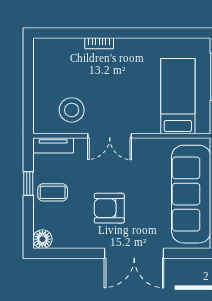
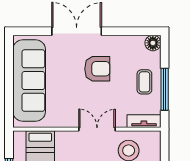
window: (28, 184) -> (165, 89), width x2.17
coffee table: (53, 192) -> (144, 82), turned 90

